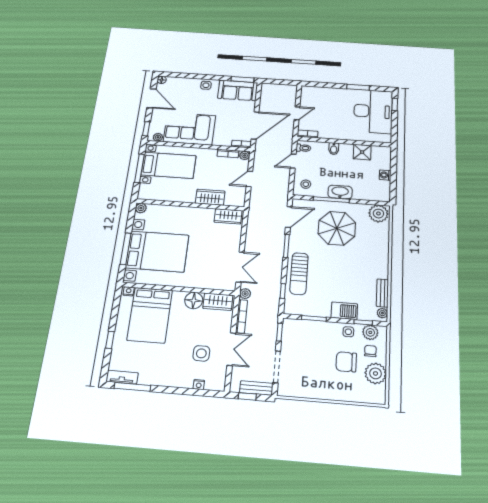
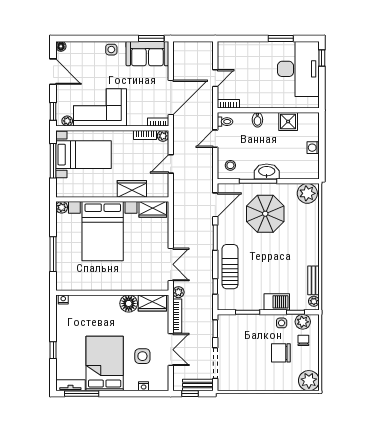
bed with nightstands: (157, 251) -> (103, 231), moved, turned 90
sun lounger: (299, 274) -> (230, 267), turned 180
bed: (150, 315) -> (105, 364), moved, turned 180
plant: (376, 373) -> (309, 381), moved

